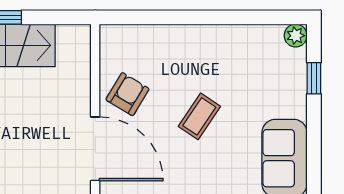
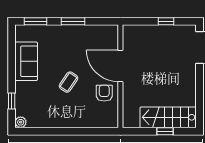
armchair: (127, 94) -> (104, 93), turned 149

